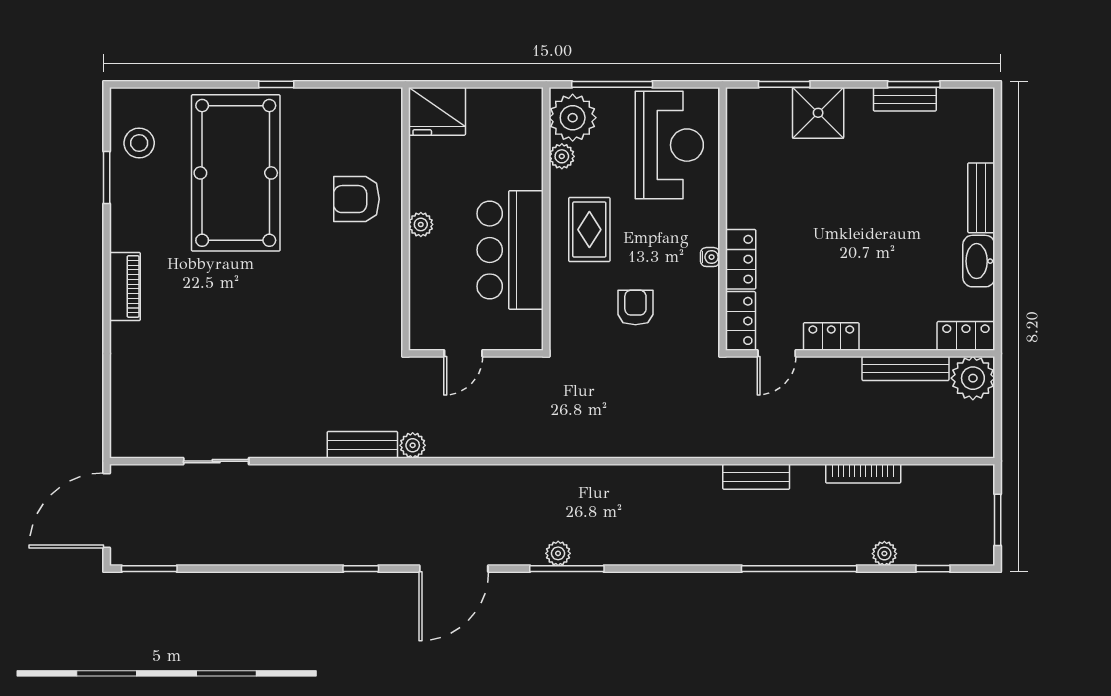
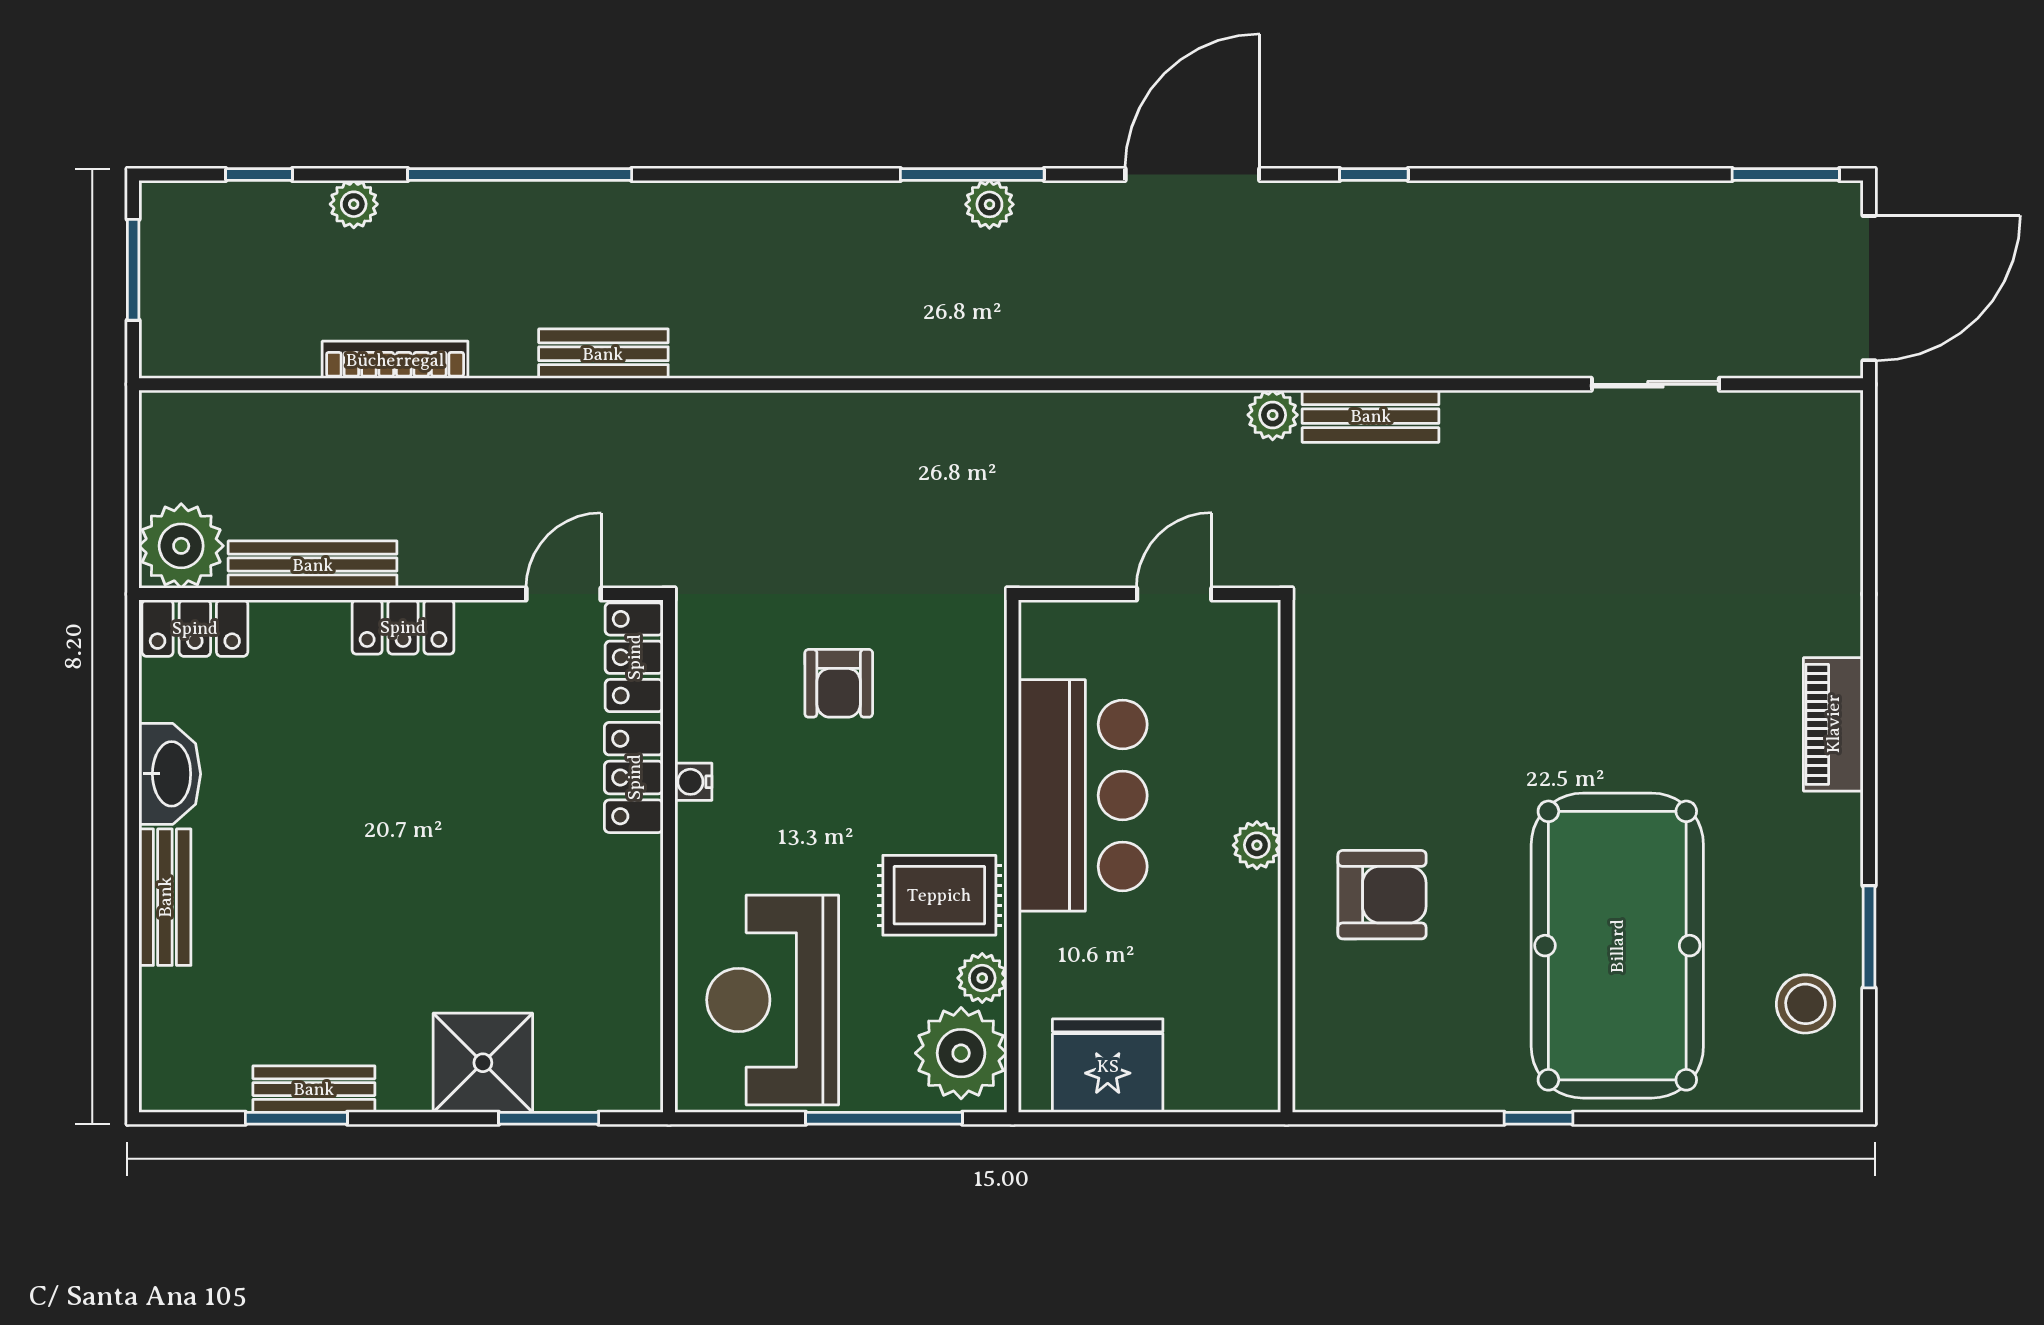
fridge: (437, 111) -> (1108, 1066), moved
rug: (589, 230) -> (939, 895), moved, turned 90
locker: (831, 336) -> (403, 627), moved

